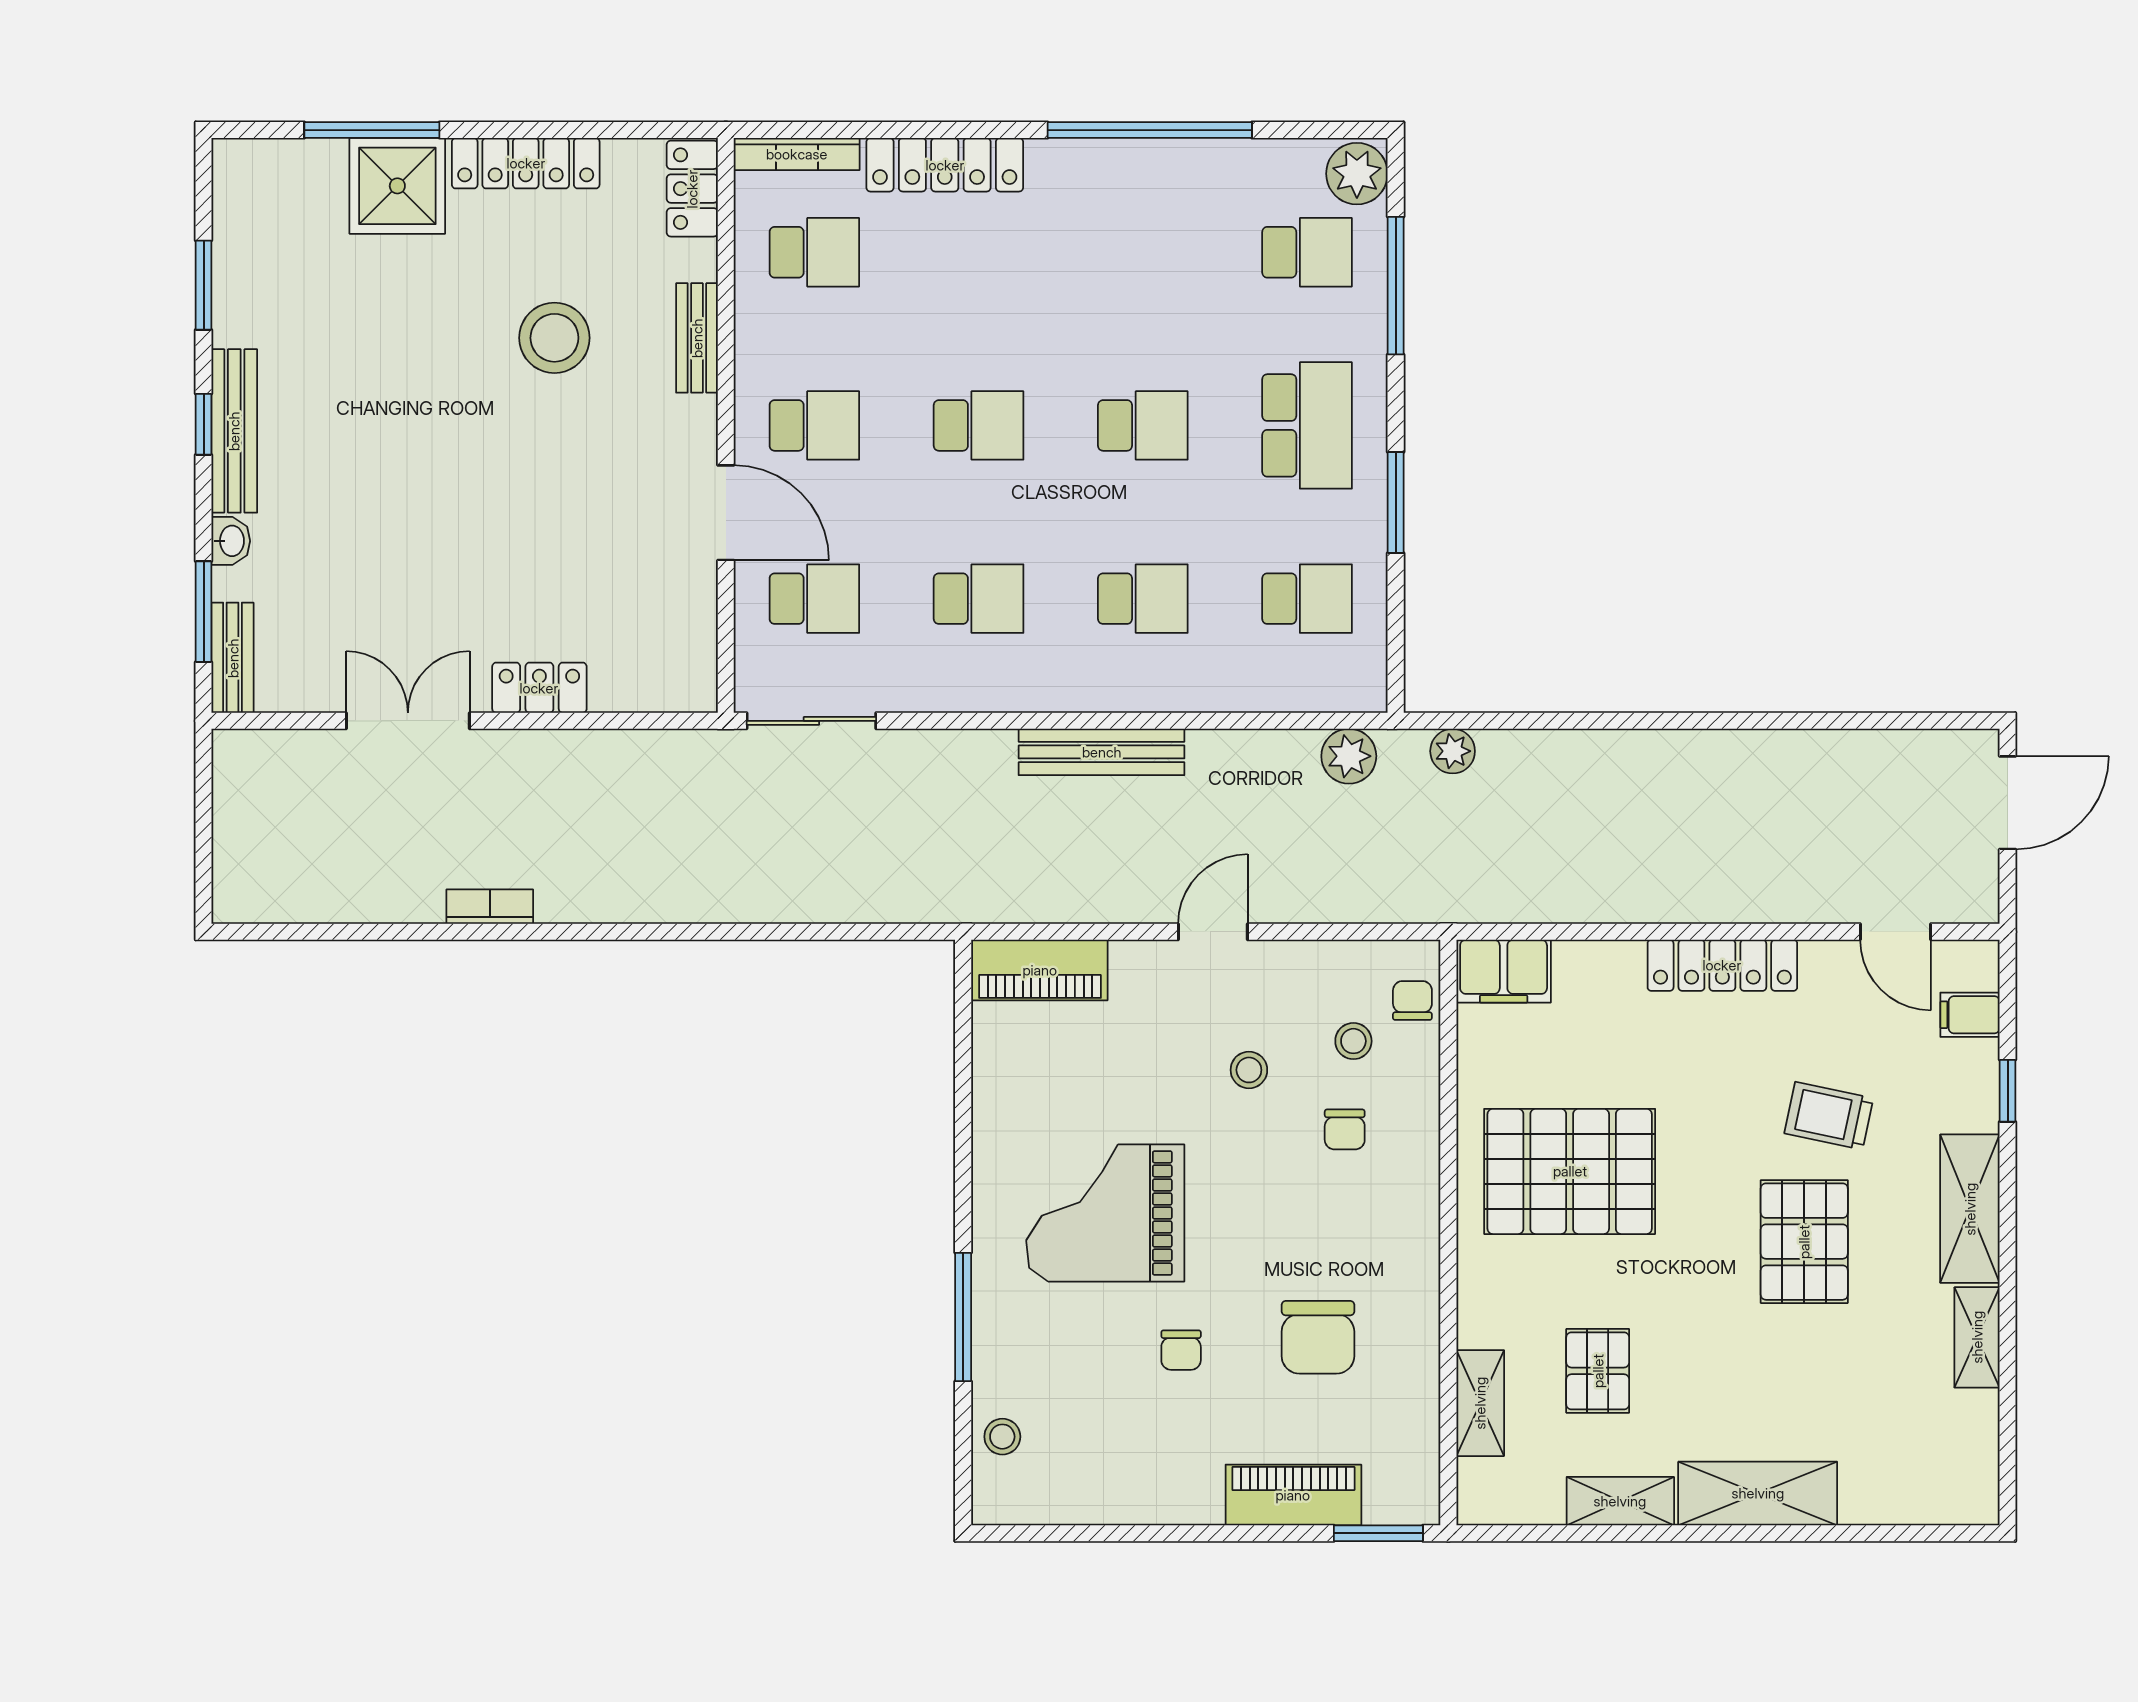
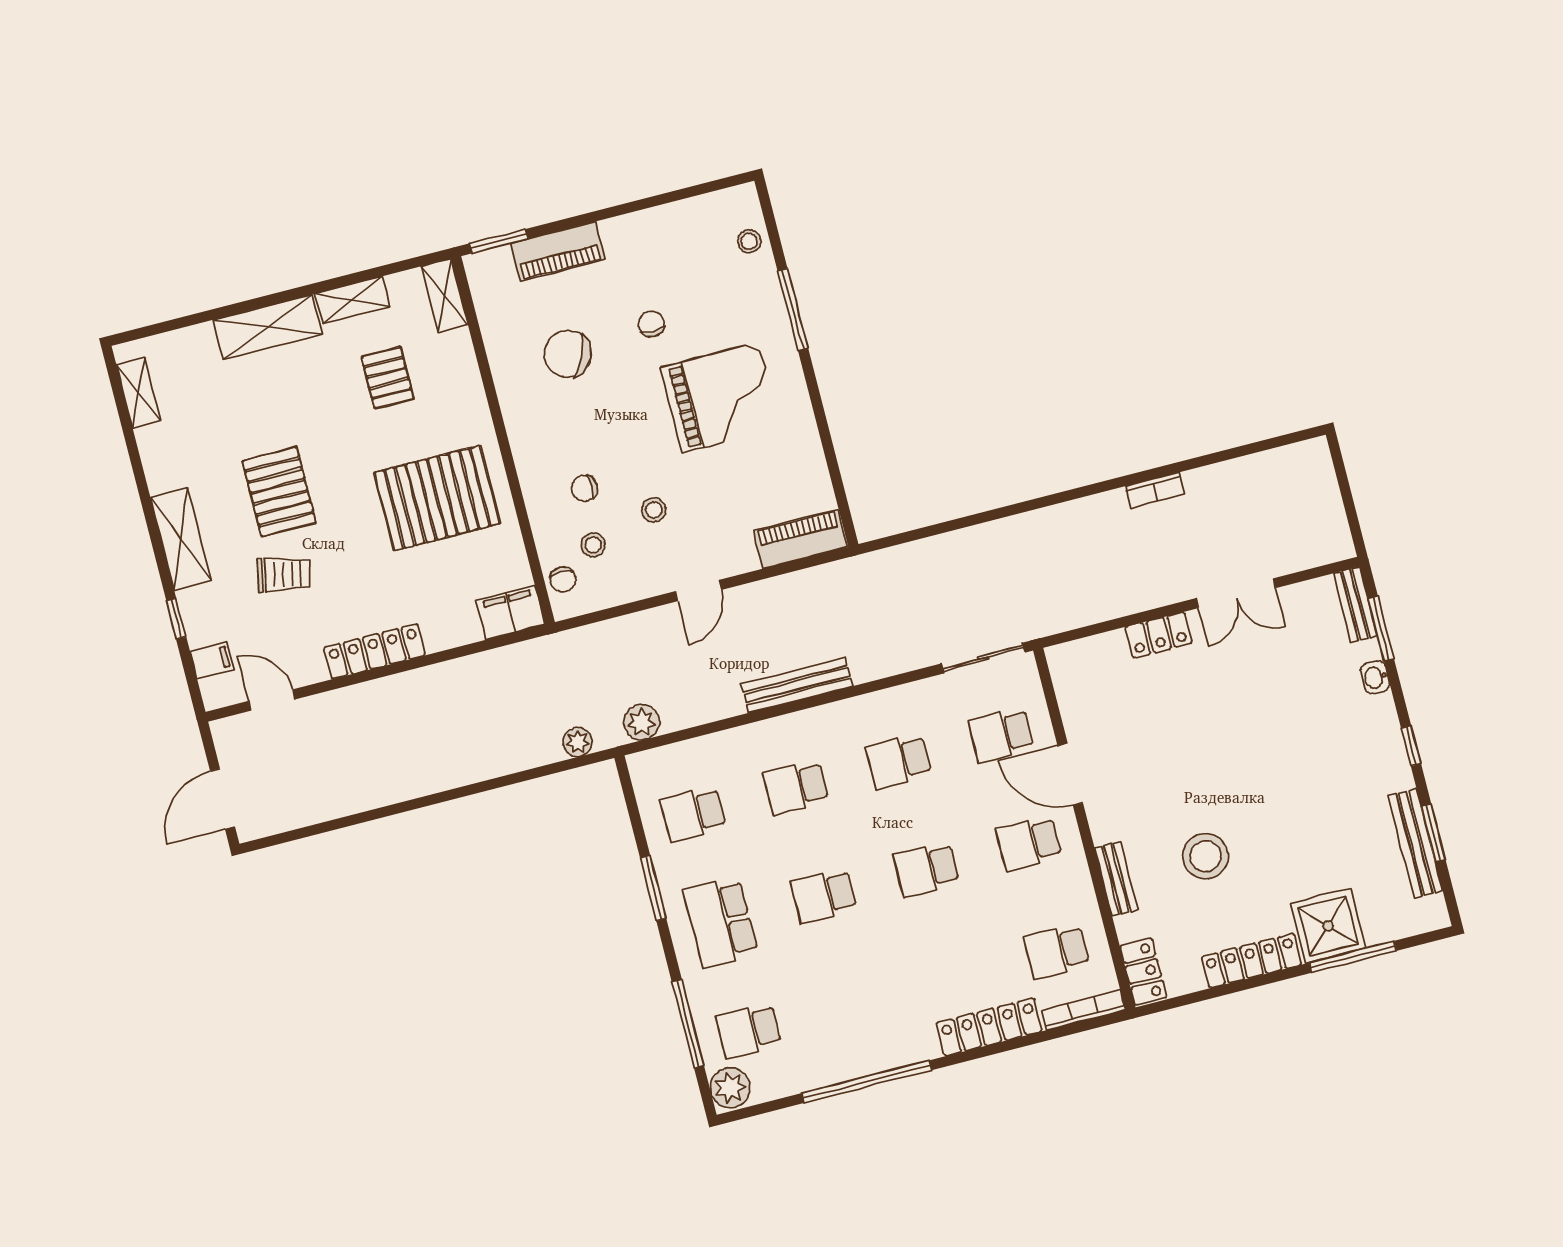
bench: (234, 431) -> (1415, 843), moved
chair: (1345, 1129) -> (584, 488), turned -90
chair: (1318, 1337) -> (568, 354), turned -65
shelving: (1977, 1337) -> (138, 392), moved
shelving: (1480, 1403) -> (445, 296), moved

